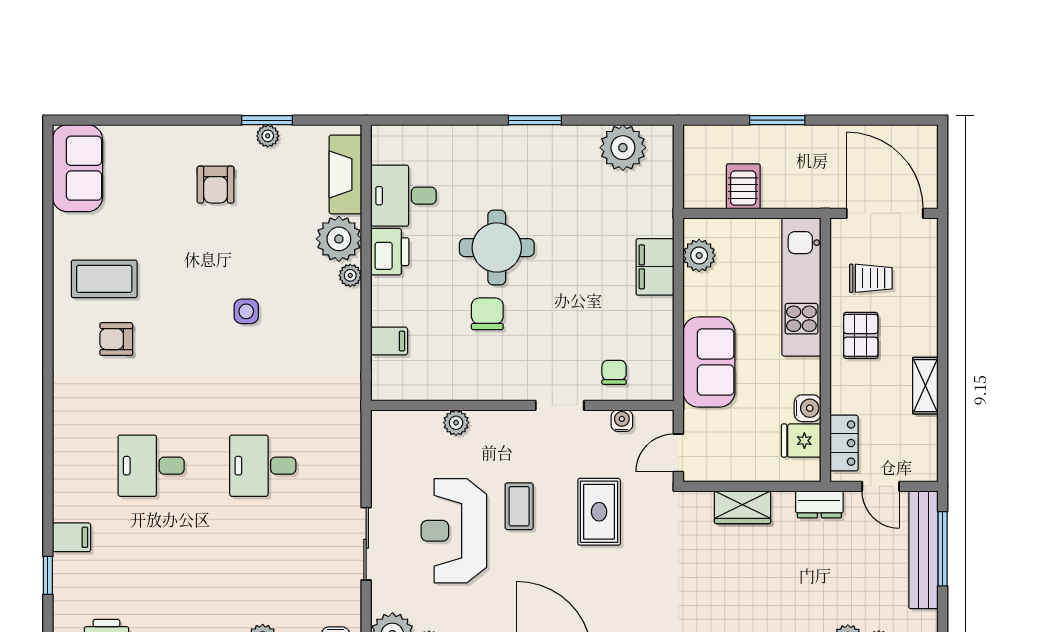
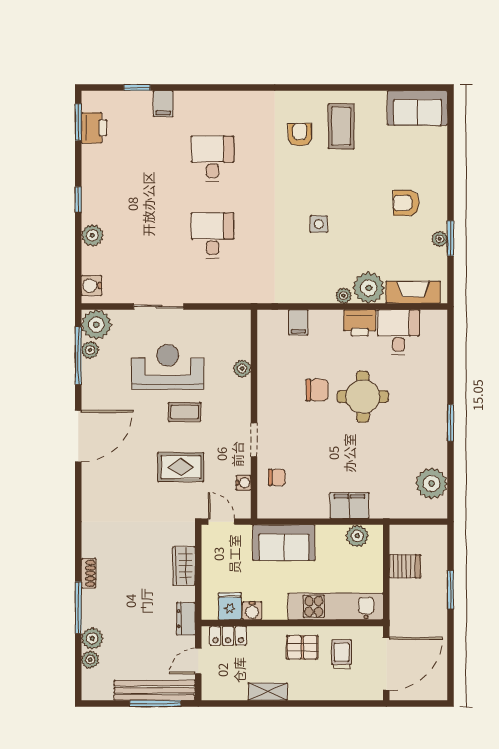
trolley: (871, 278) -> (342, 654), turned 180

